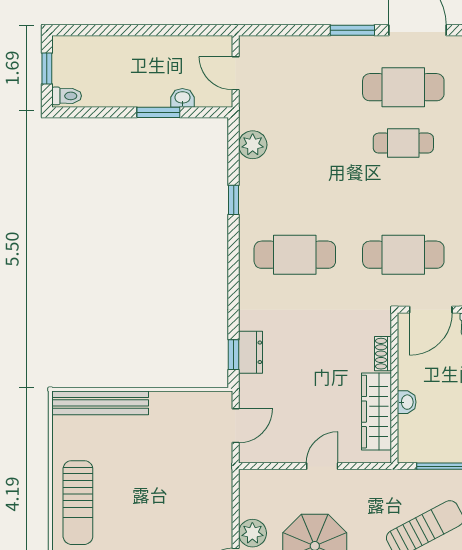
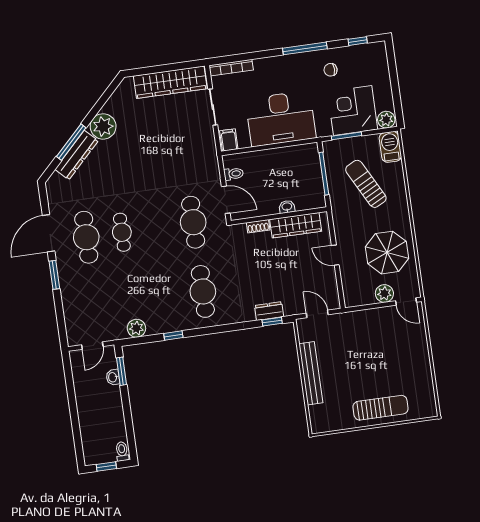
window: (158, 112) -> (121, 371), moved
bench: (100, 403) -> (311, 373), moved

